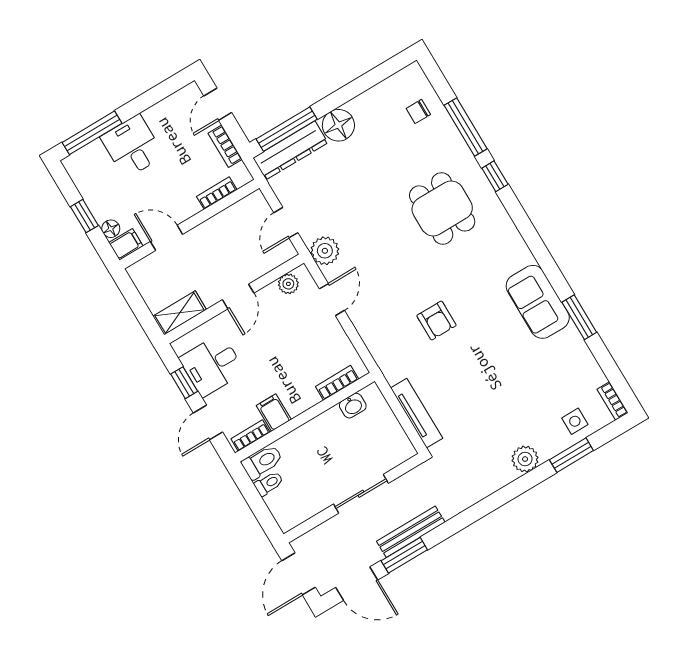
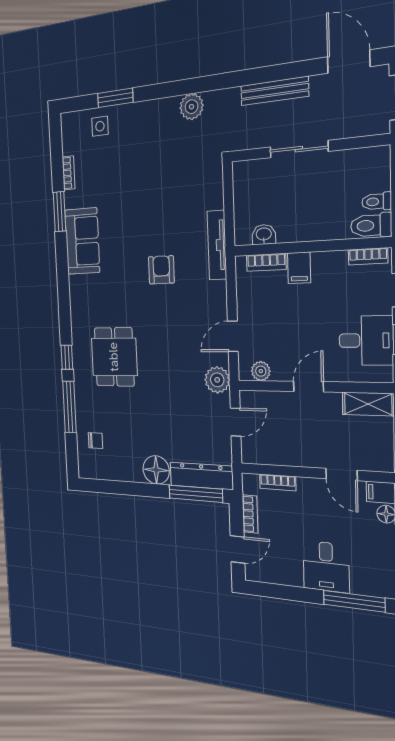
bookcase: (613, 401) -> (69, 173), moved
filing cabinet: (274, 413) -> (299, 268), moved
tv unit: (417, 413) -> (217, 245), moved
plant: (525, 459) -> (192, 107), moved
window: (404, 555) -> (291, 71), removed

